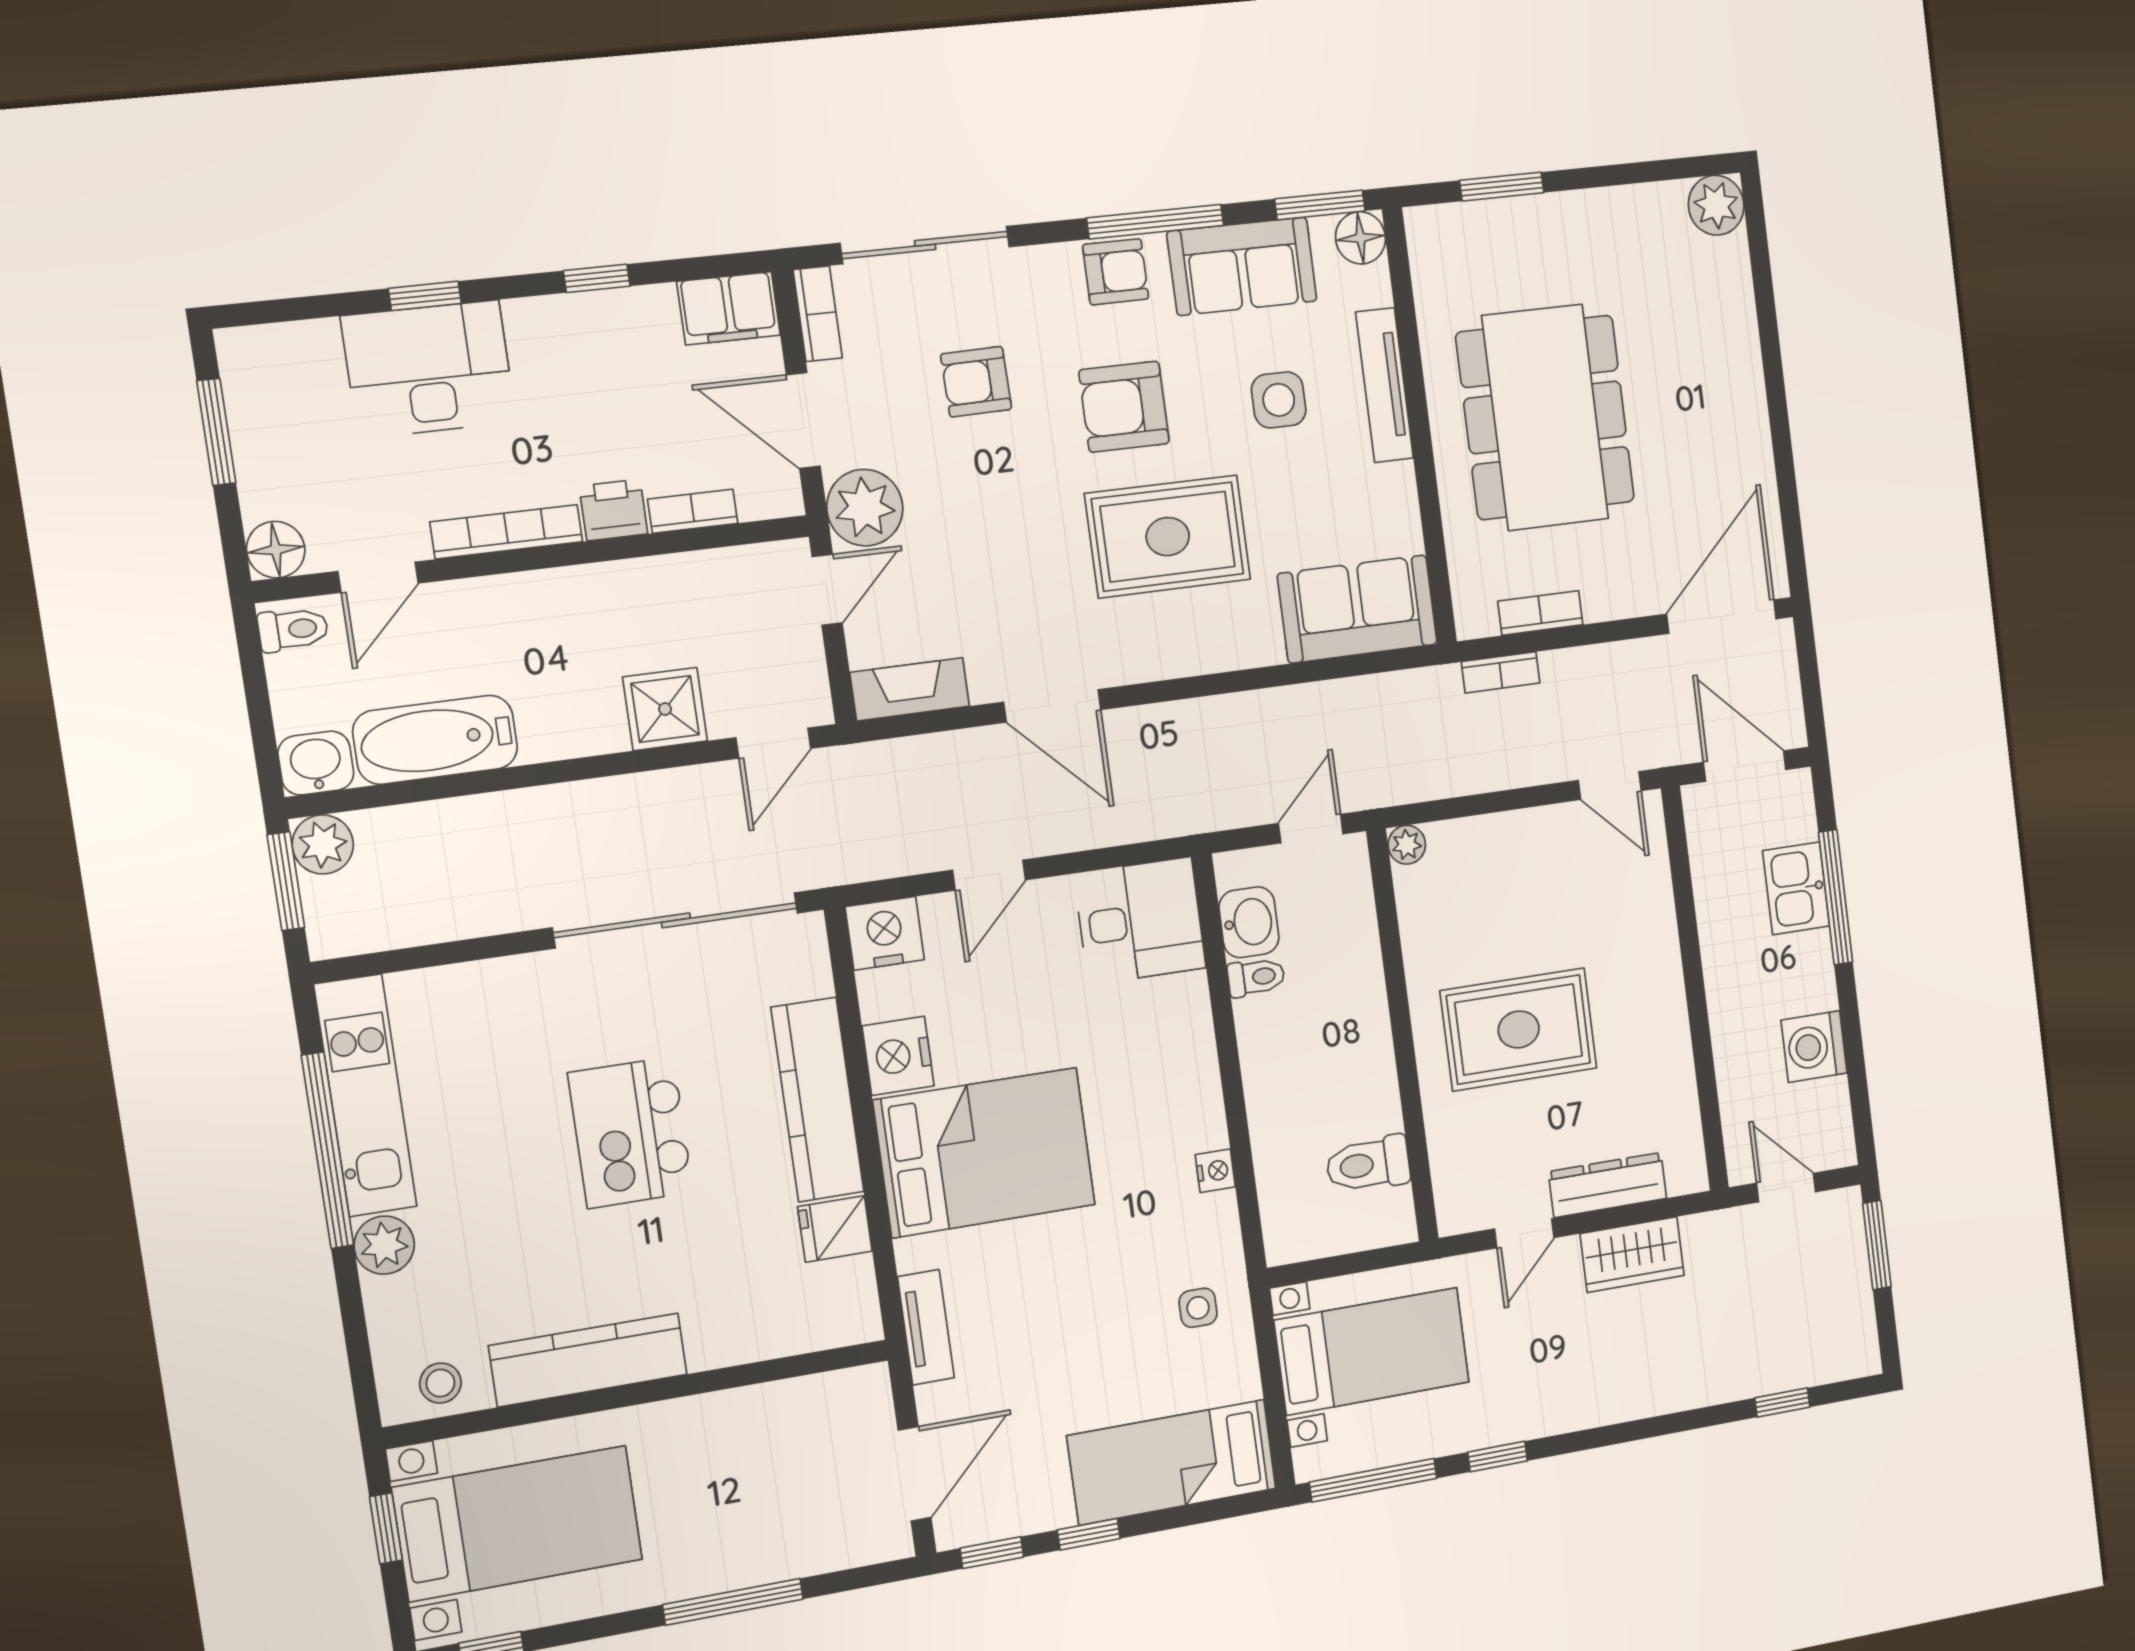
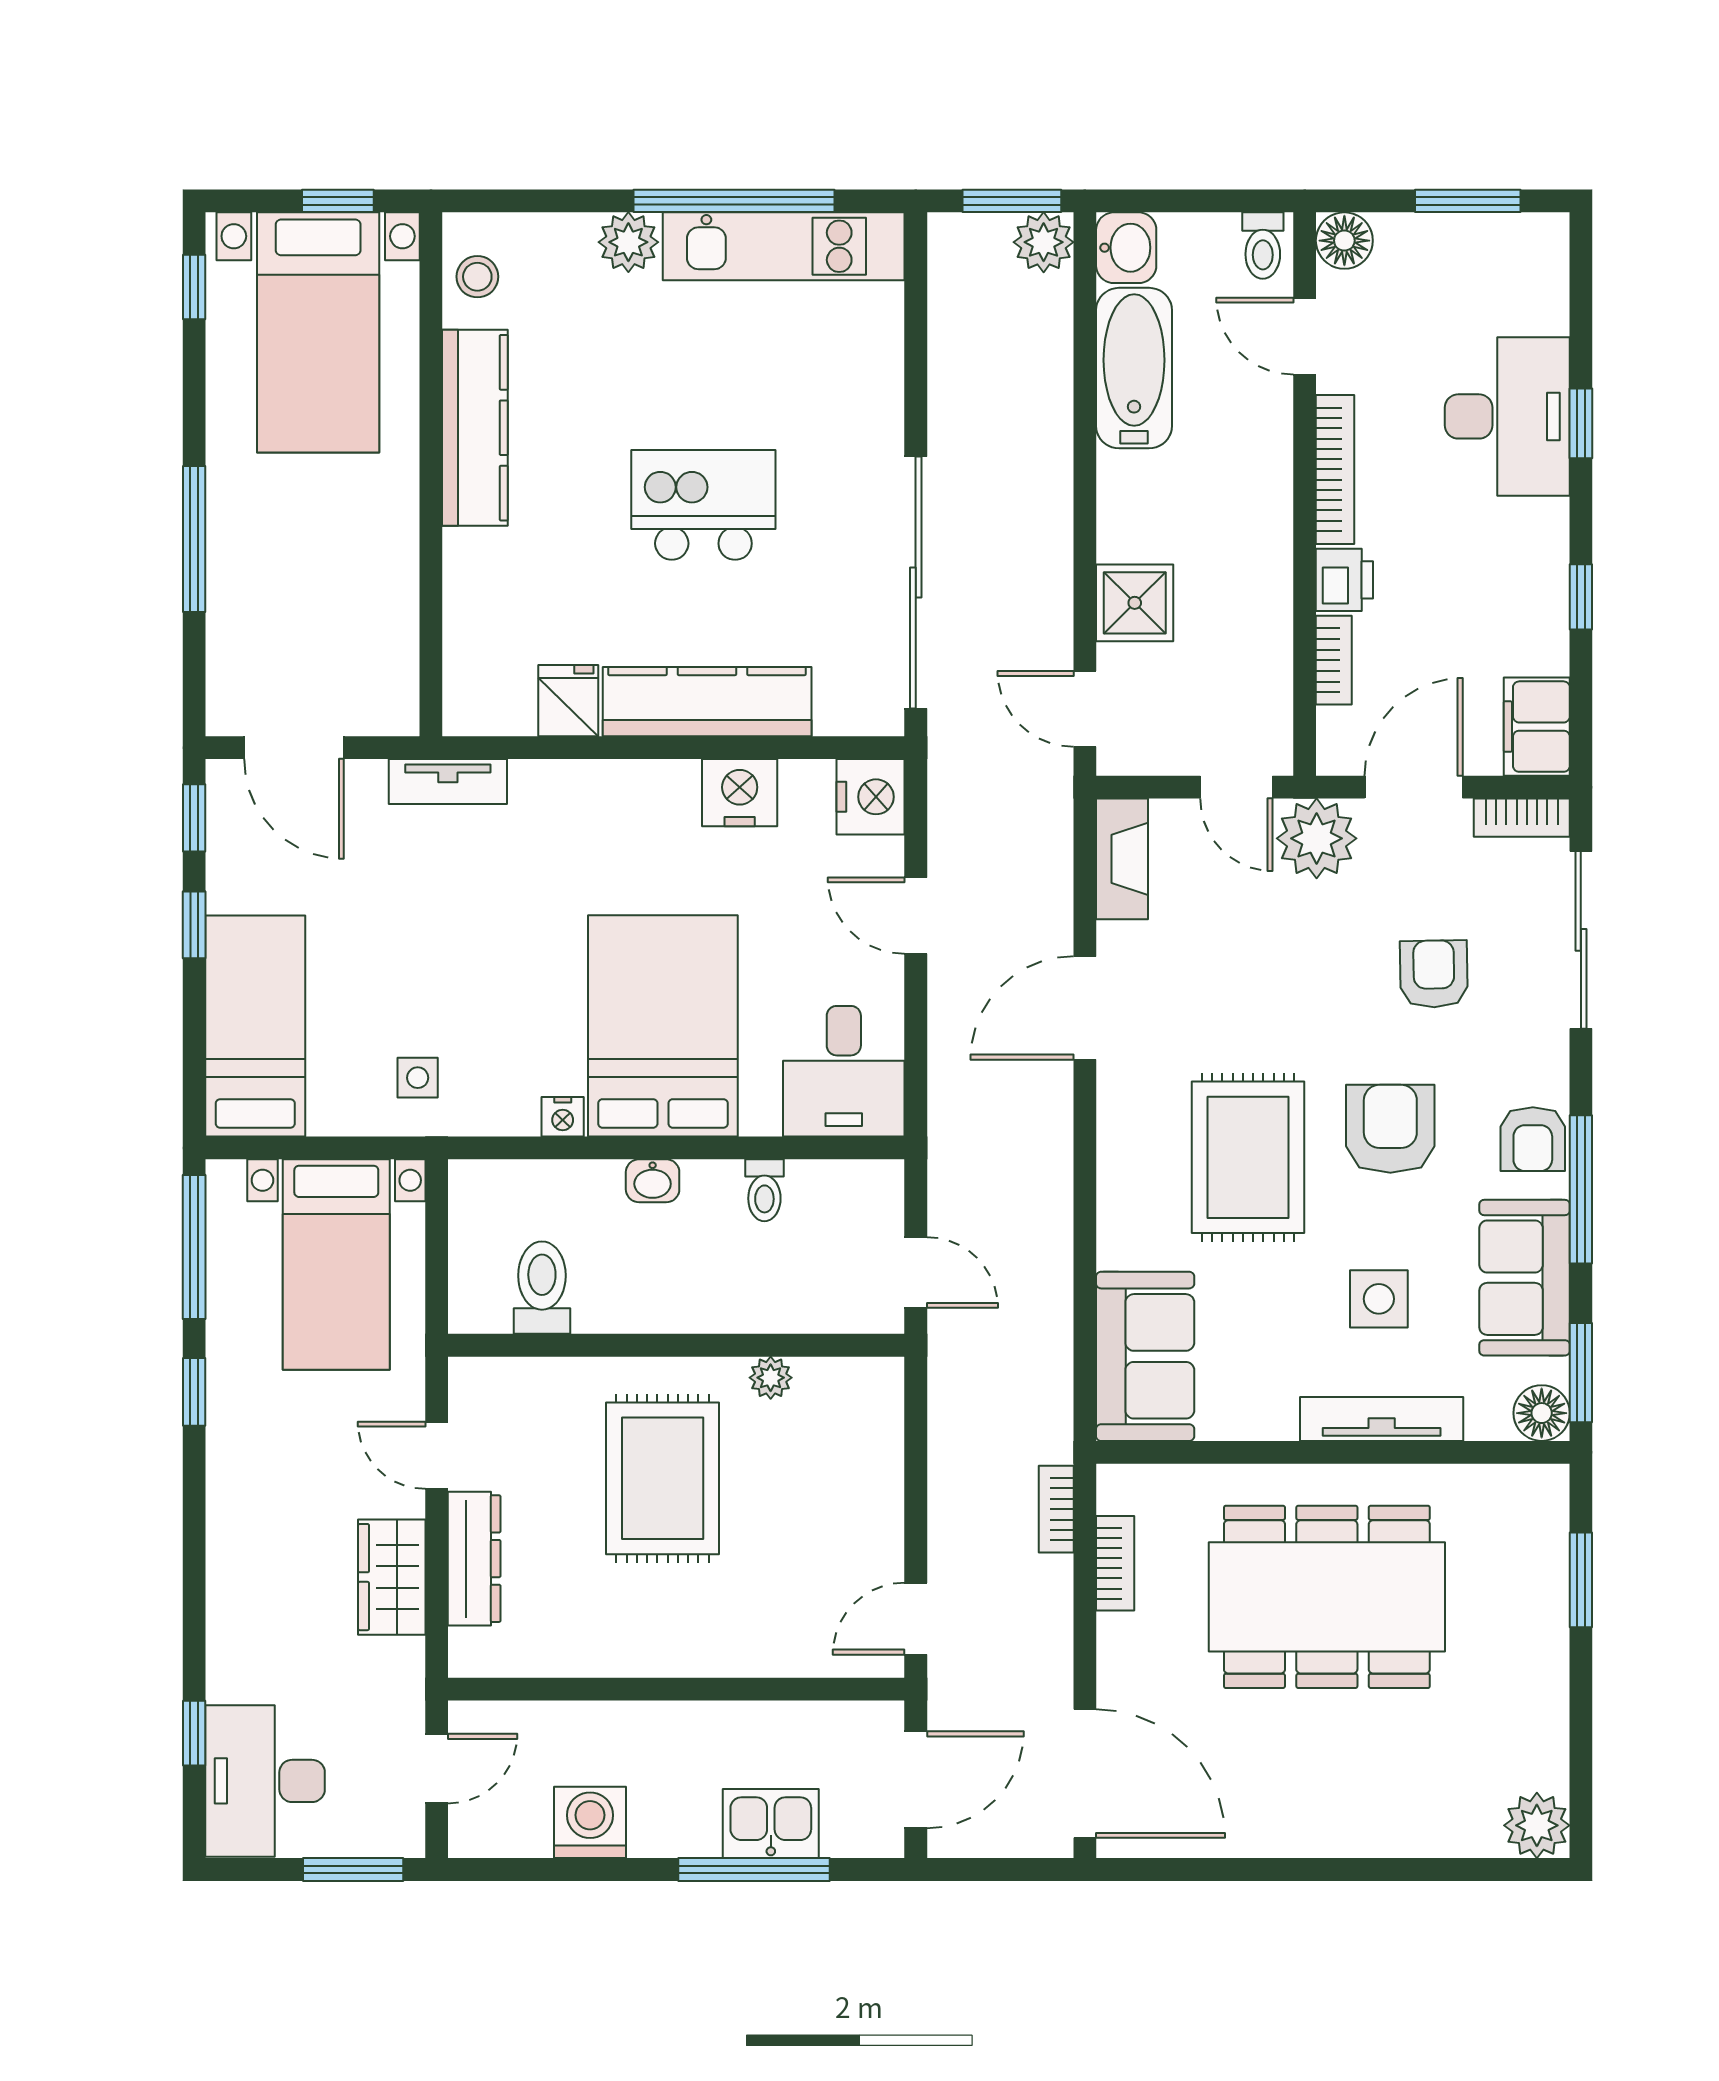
plant: (1407, 845) -> (771, 1378), moved
washbasin: (1249, 922) -> (653, 1181), moved, width x0.72, depth x0.69
bed: (984, 1153) -> (663, 1026), moved, turned 180
desk: (1814, 1334) -> (265, 1781), added

